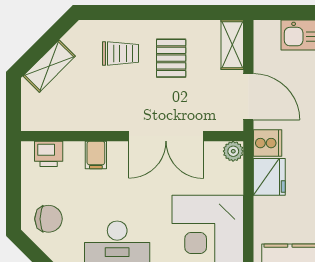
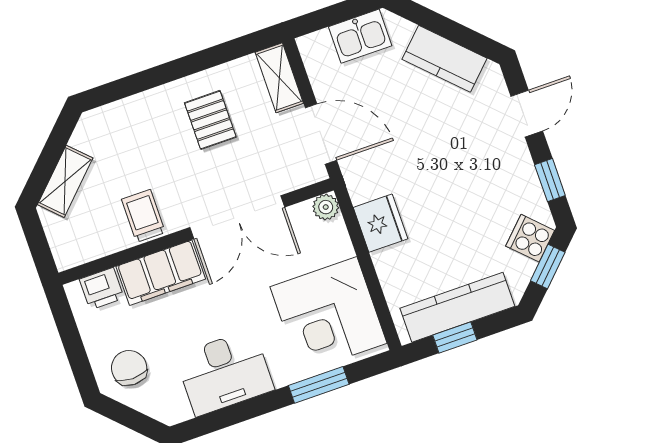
trolley: (121, 53) -> (143, 216), moved, turned -90
cooker: (267, 143) -> (364, 183), removed
filing cabinet: (96, 155) -> (161, 273), width x3.00, depth x1.17
chair: (48, 219) -> (129, 368), turned -90

